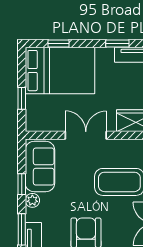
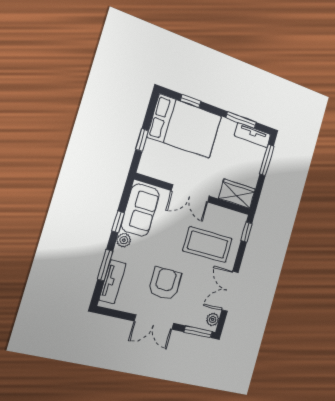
window: (117, 43) -> (241, 120), width x1.50
double door: (86, 135) -> (191, 193), swing flipped

